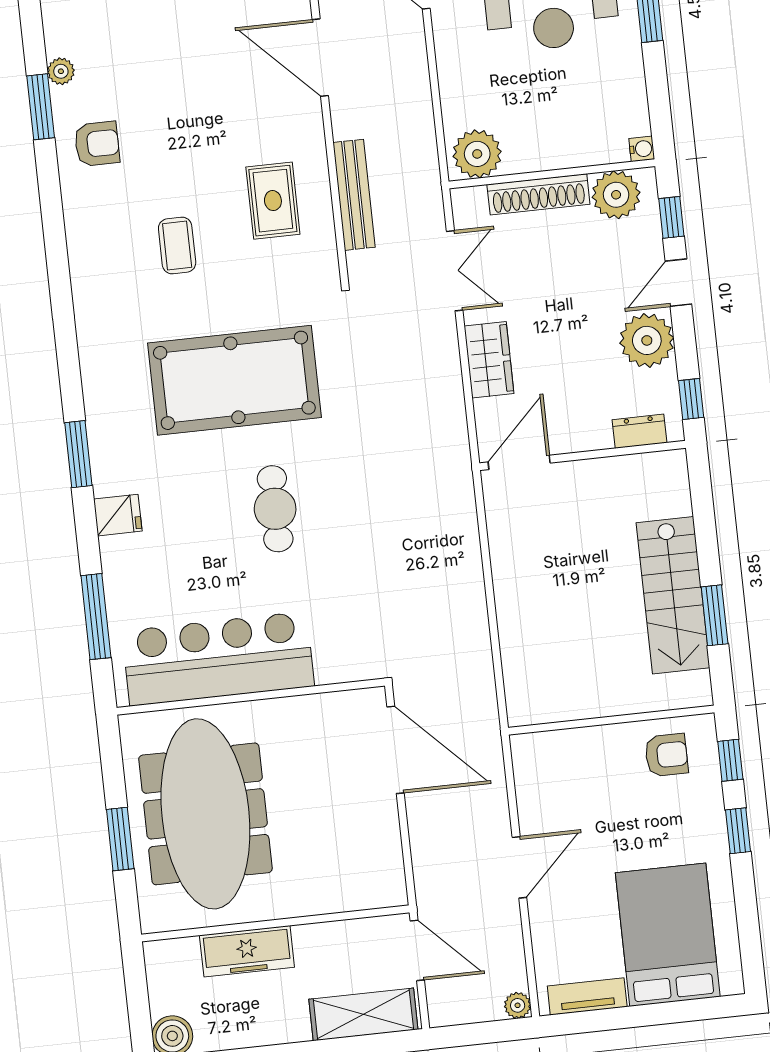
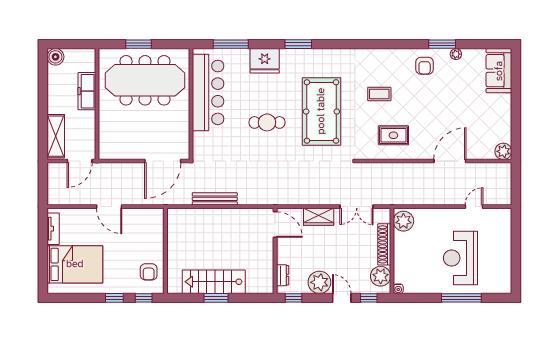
bench: (354, 195) -> (215, 199), moved
fridge: (118, 515) -> (265, 61), width x1.88, depth x1.34
window: (715, 615) -> (216, 298), moved
plant: (518, 1005) -> (53, 200), removed

